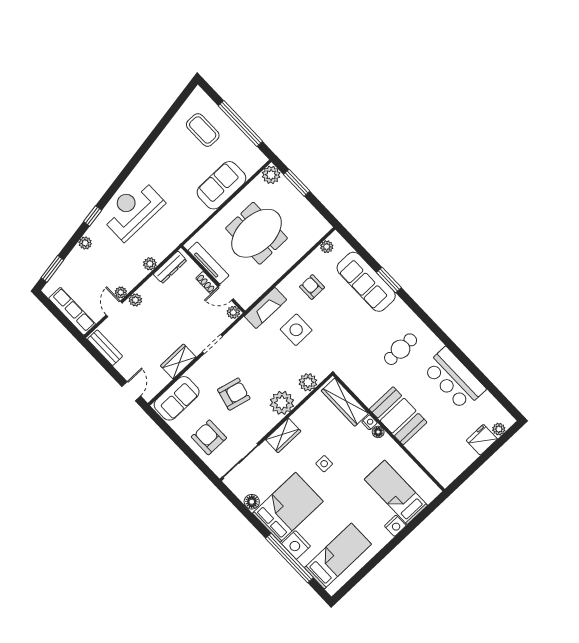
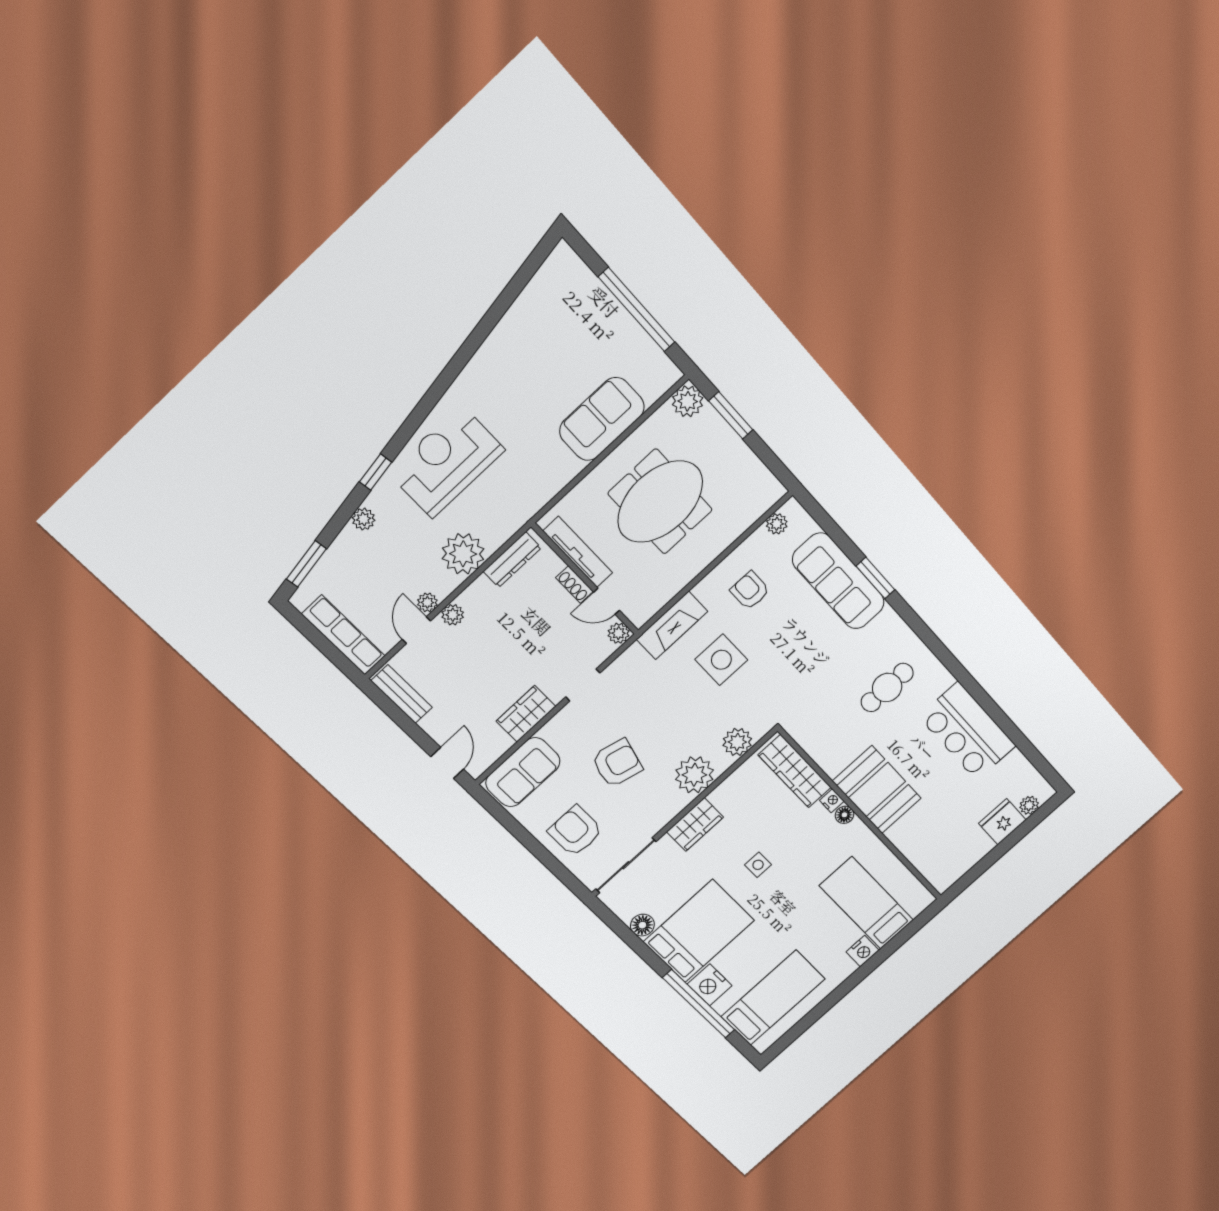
coffee table: (203, 130) -> (570, 320), removed
plant: (150, 264) -> (463, 554), width x1.88, depth x1.88

